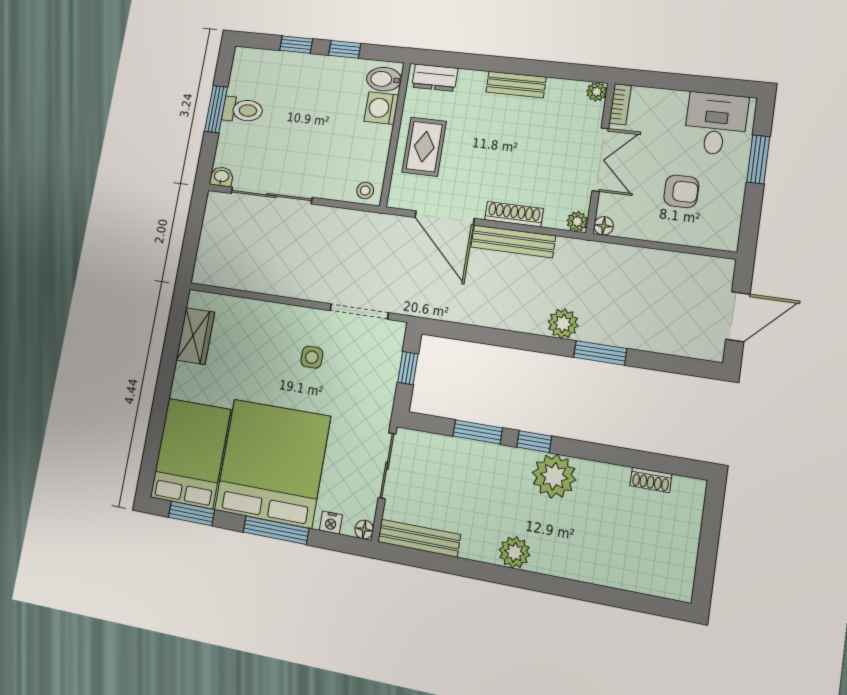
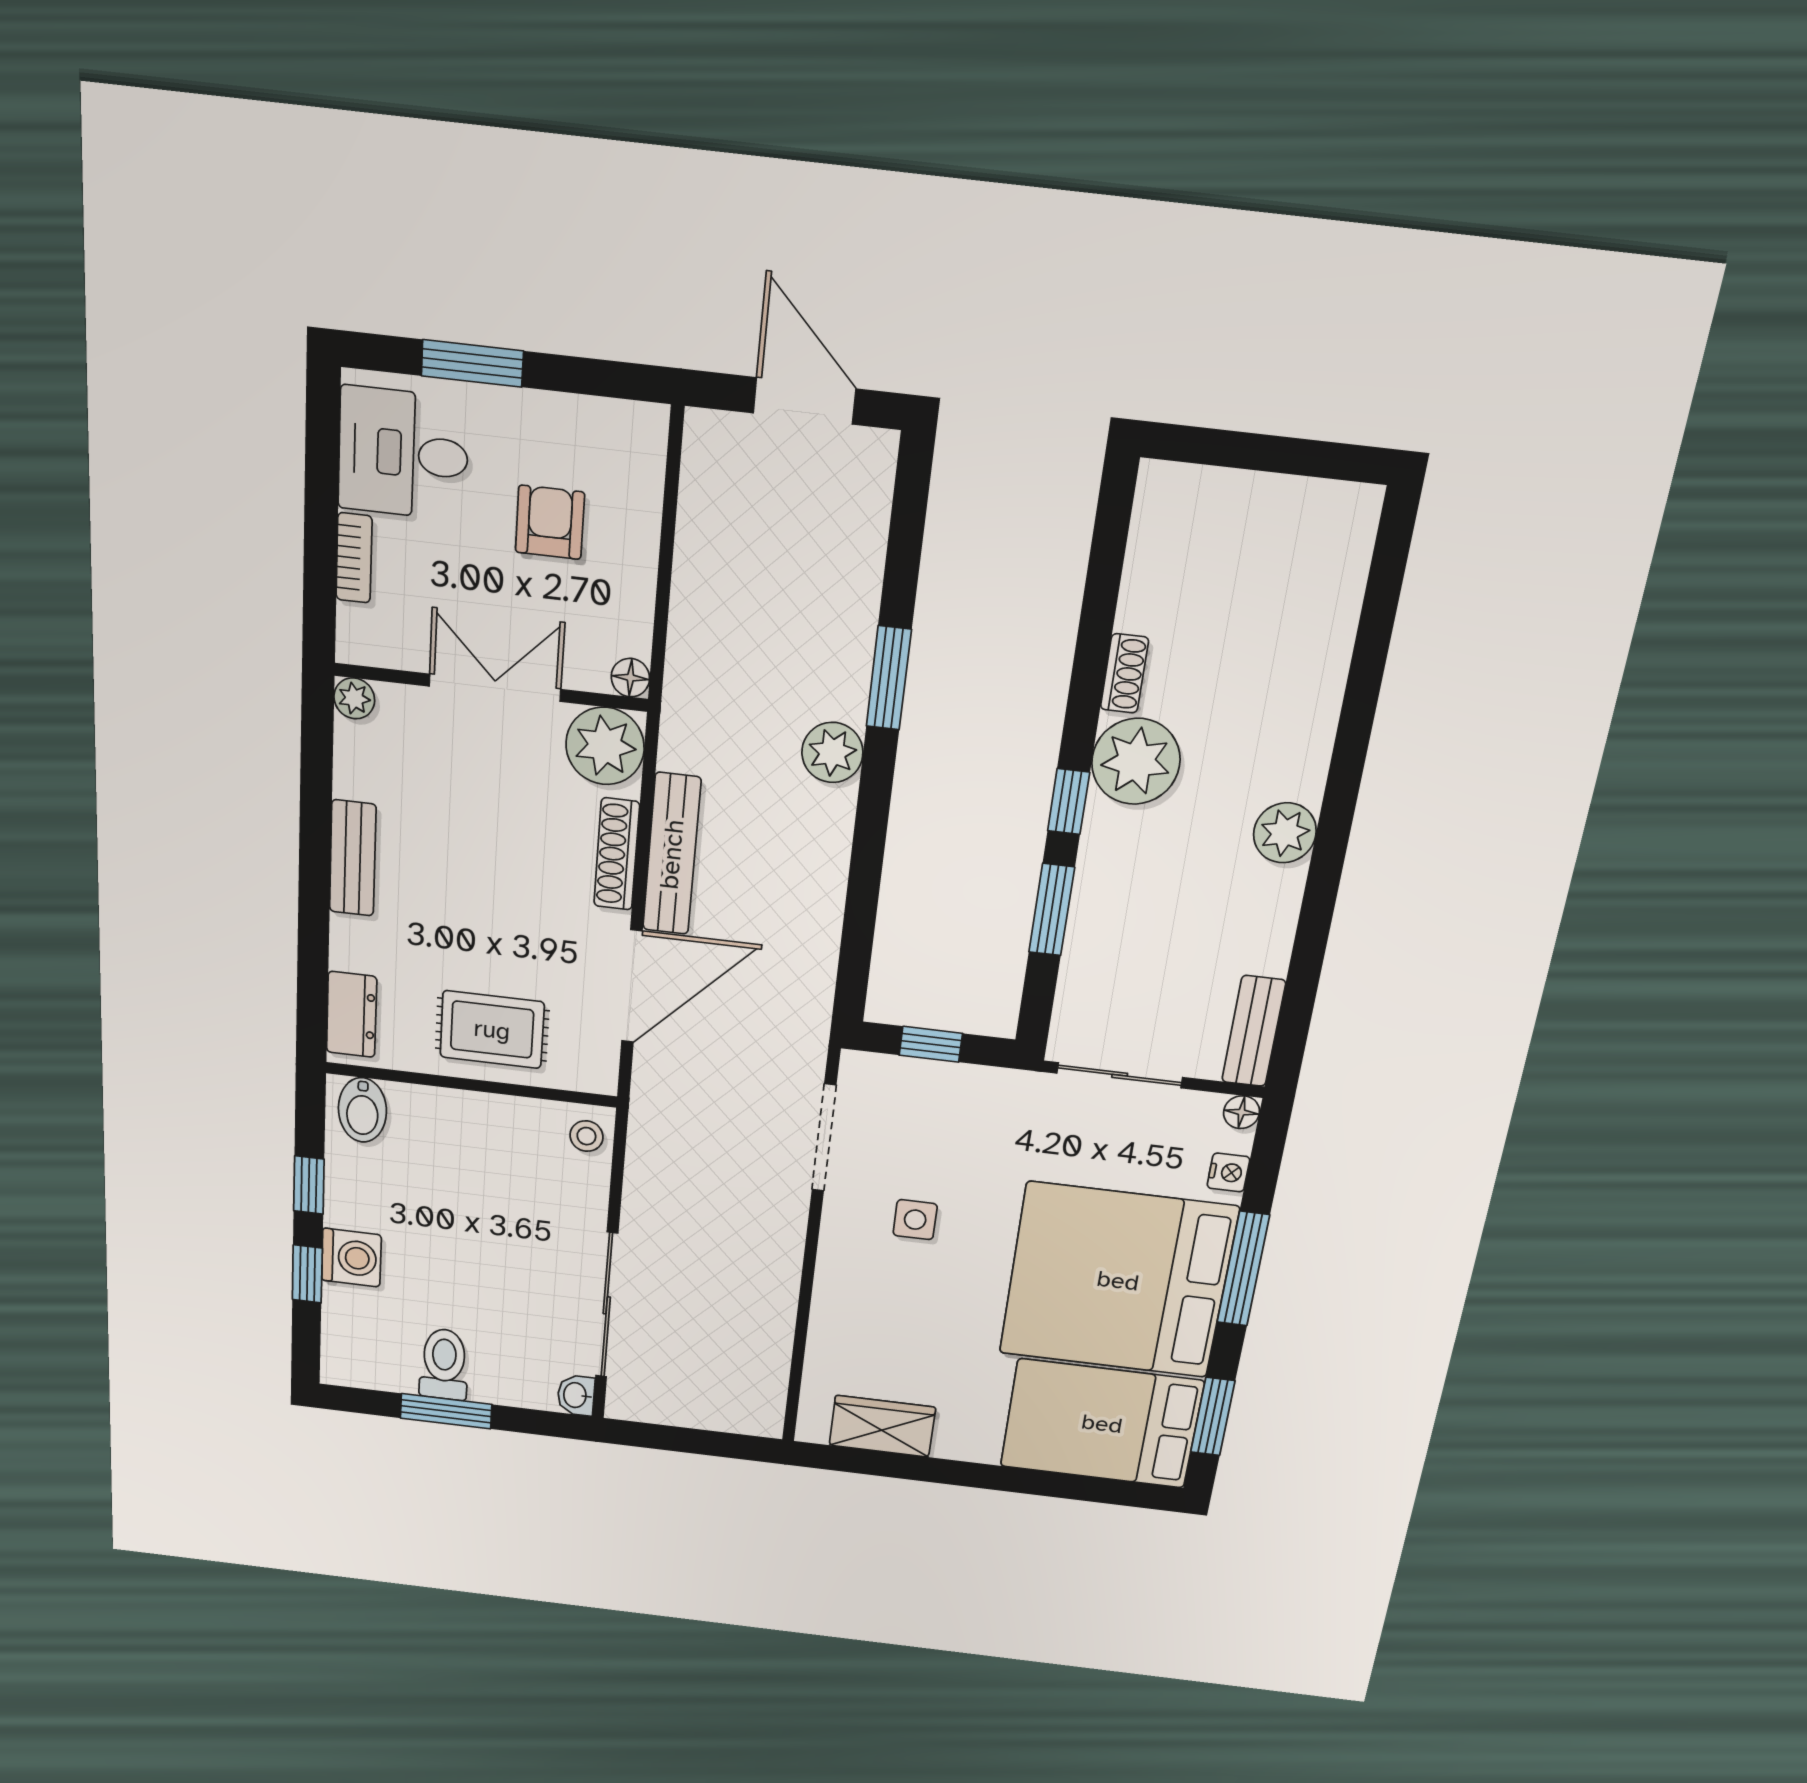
bookcase: (620, 104) -> (354, 558), moved, turned 90
washing machine: (381, 108) -> (351, 1258), moved, turned -90
plant: (577, 222) -> (605, 746), width x1.88, depth x1.88
shoe rack: (651, 480) -> (1124, 673), moved
bench: (419, 538) -> (1254, 1031), width x0.73

